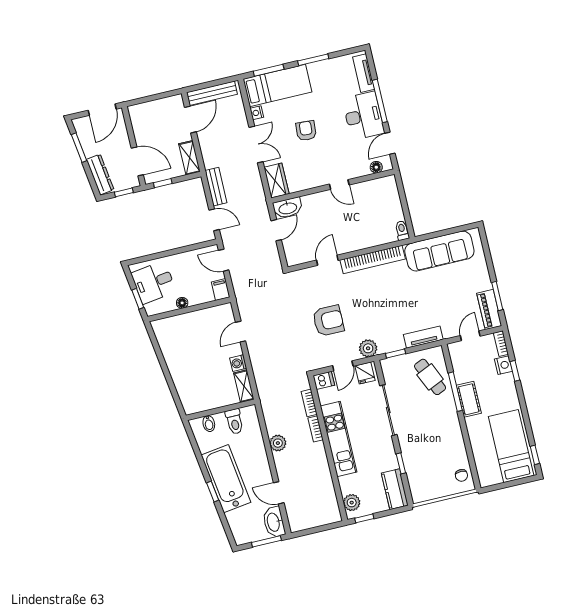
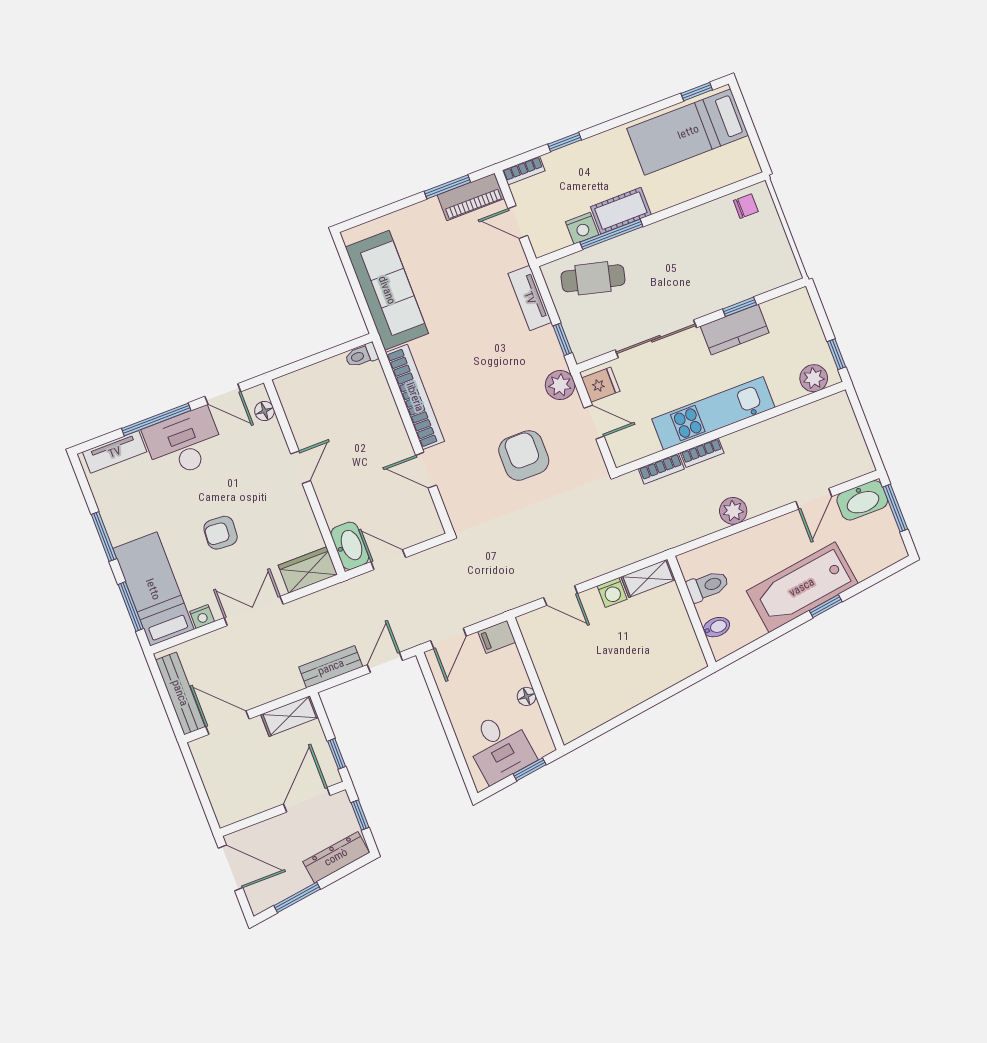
nightstand: (503, 365) -> (582, 228), moved, turned 180
cafe table: (430, 377) -> (593, 278), turned 38
dishwasher: (324, 380) -> (622, 450), removed
kitchen counter: (395, 489) -> (735, 330), moved

